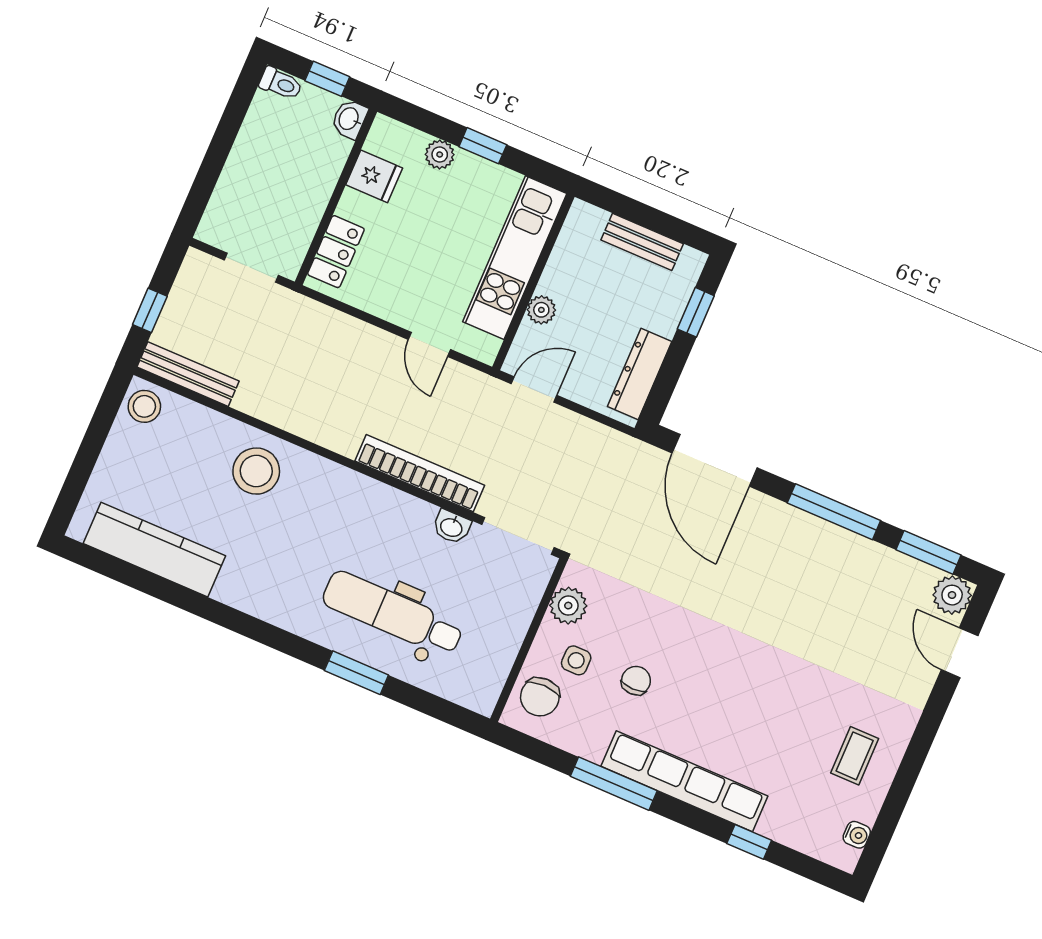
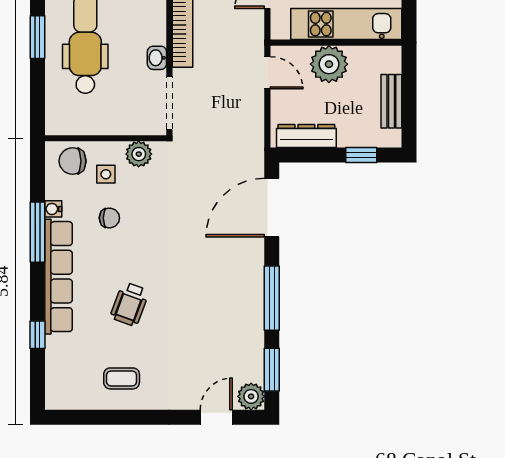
plant: (541, 310) -> (329, 64), width x1.88, depth x1.88
wheelchair: (761, 703) -> (130, 304), added
water cooler: (857, 835) -> (53, 209), moved, turned 90

